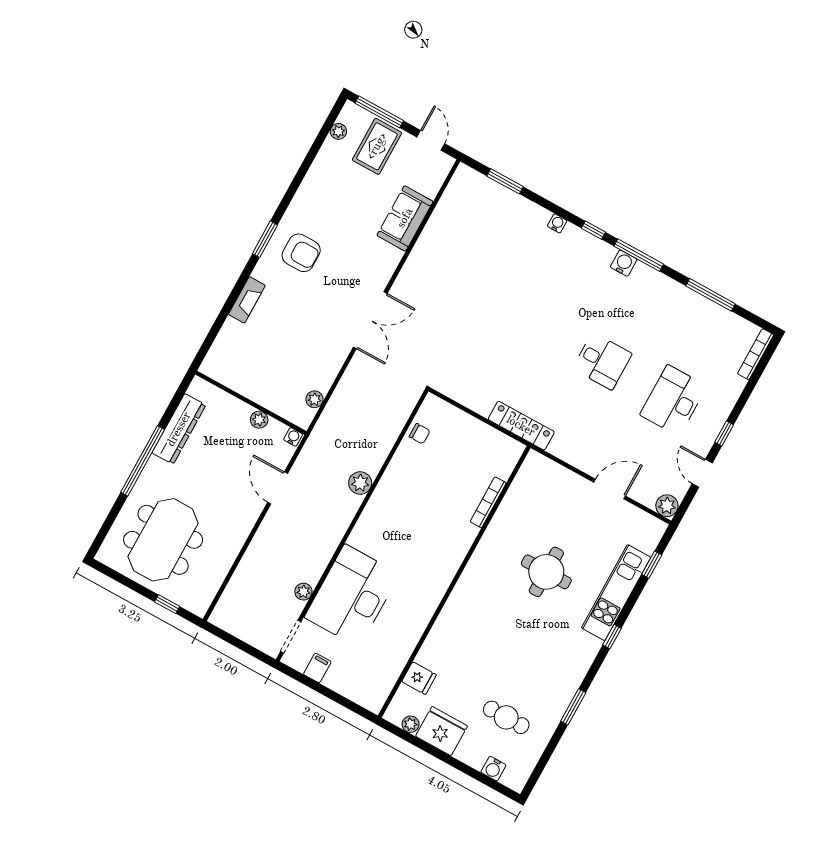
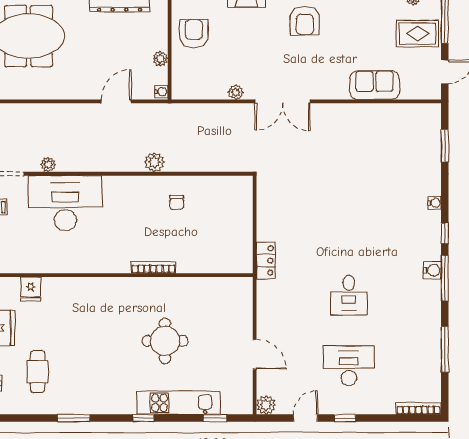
armchair: (253, 372) -> (194, 34), added
plant: (314, 399) -> (236, 92), moved
locker: (521, 426) -> (266, 260), width x0.66
chair: (420, 434) -> (177, 202), moved
bookcase: (488, 502) -> (153, 268), moved

